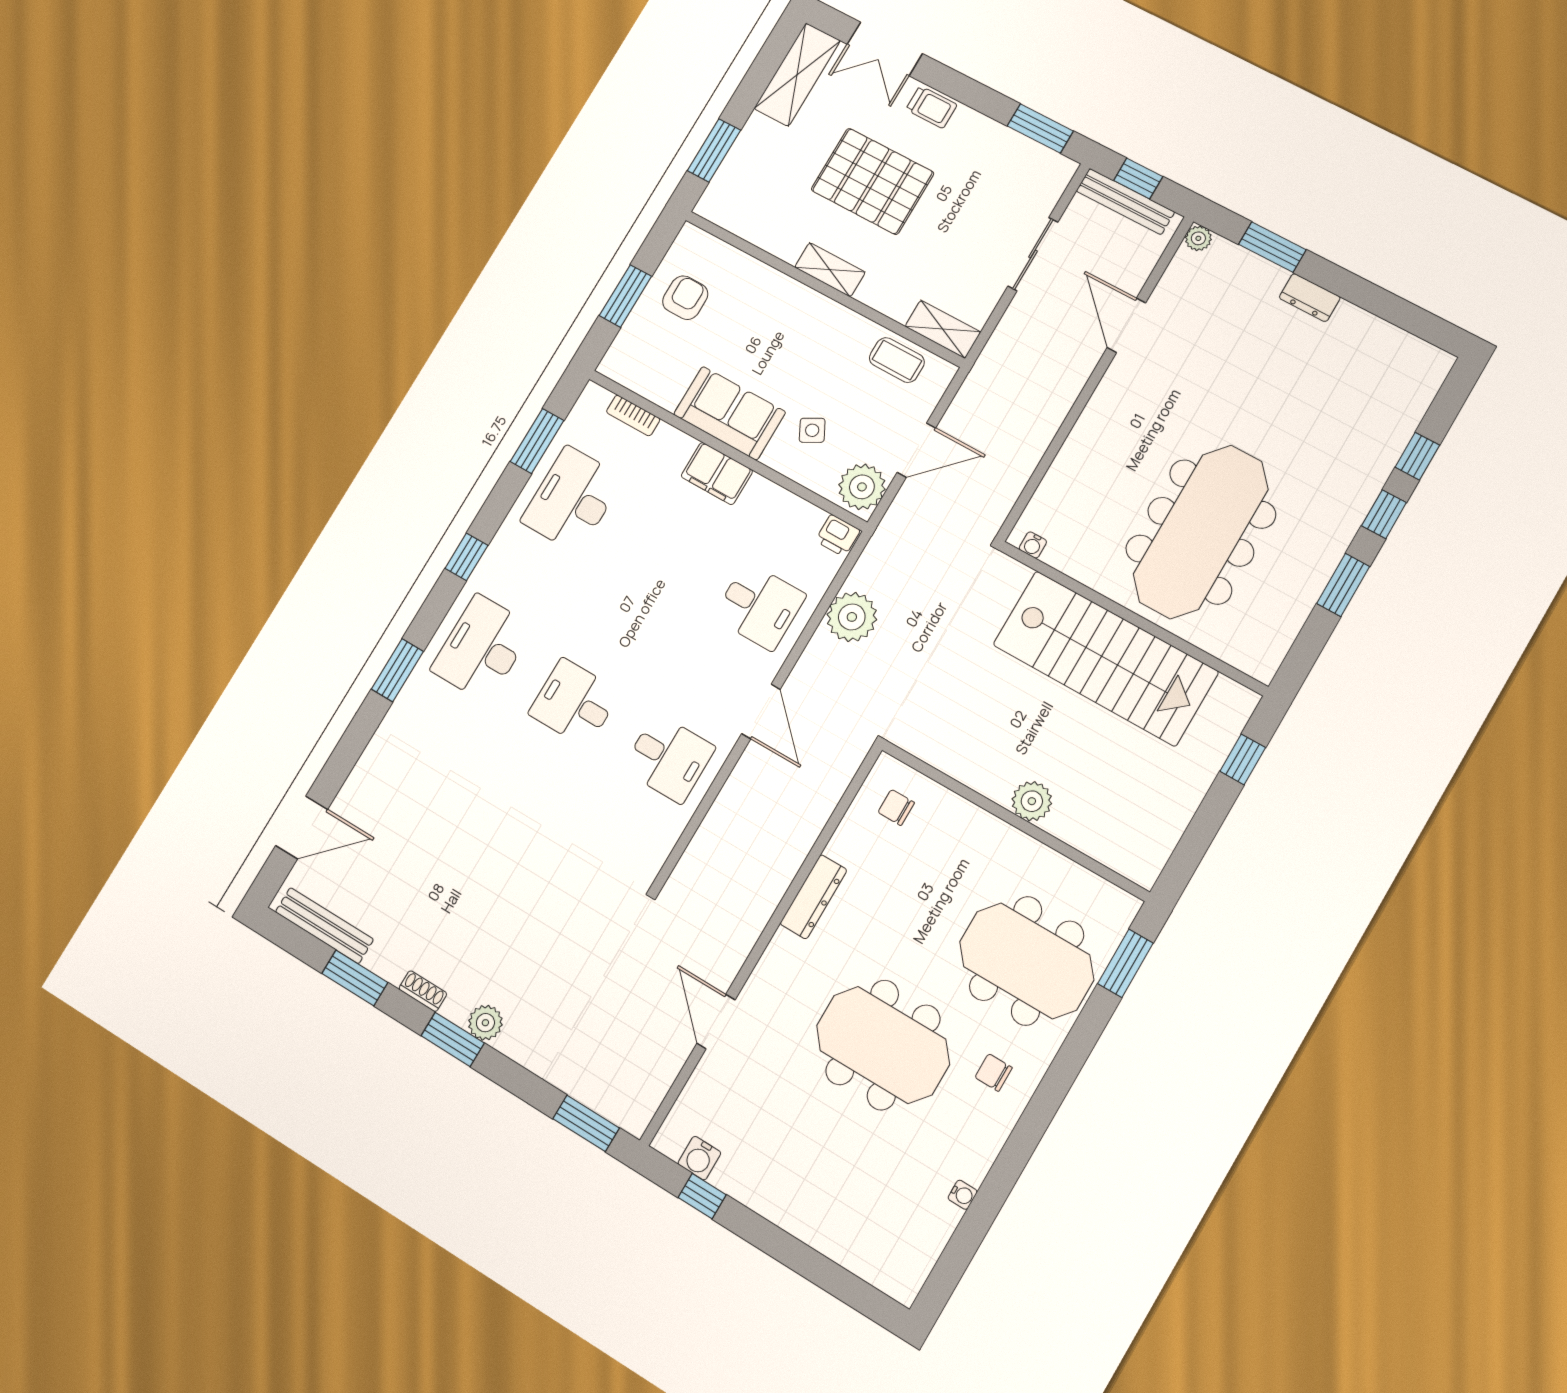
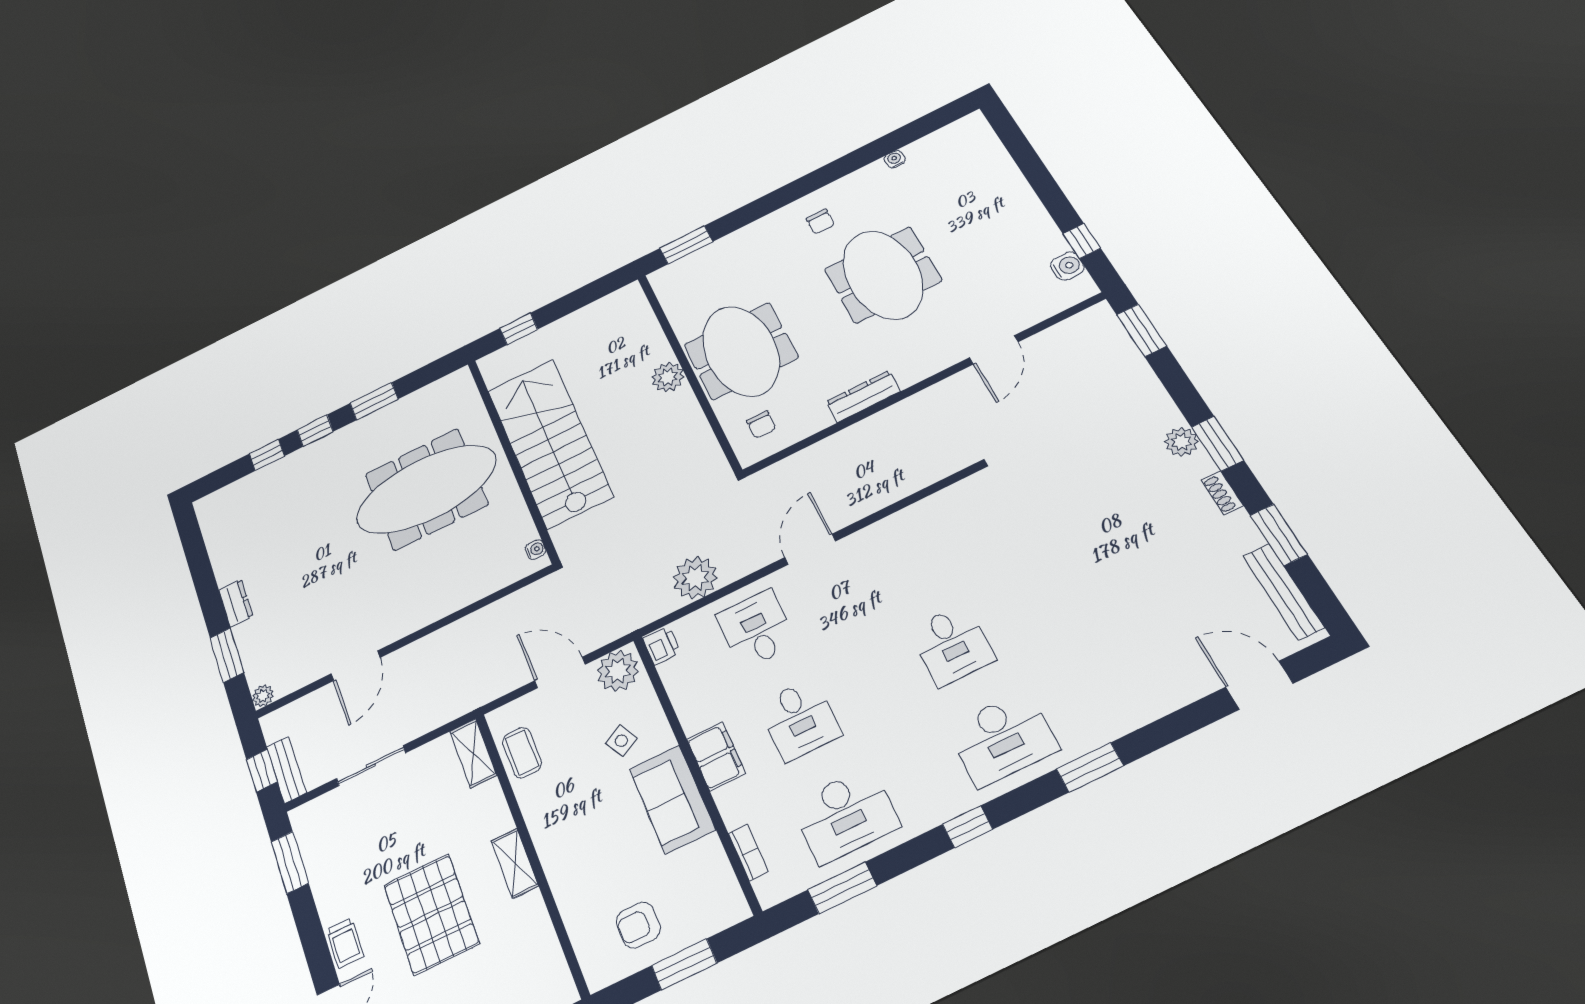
trolley: (931, 107) -> (345, 943), turned 180
bench: (1125, 201) -> (286, 770), width x0.73
desk: (669, 758) -> (800, 719), moved, turned 180
meeting table: (1027, 961) -> (741, 351), moved

